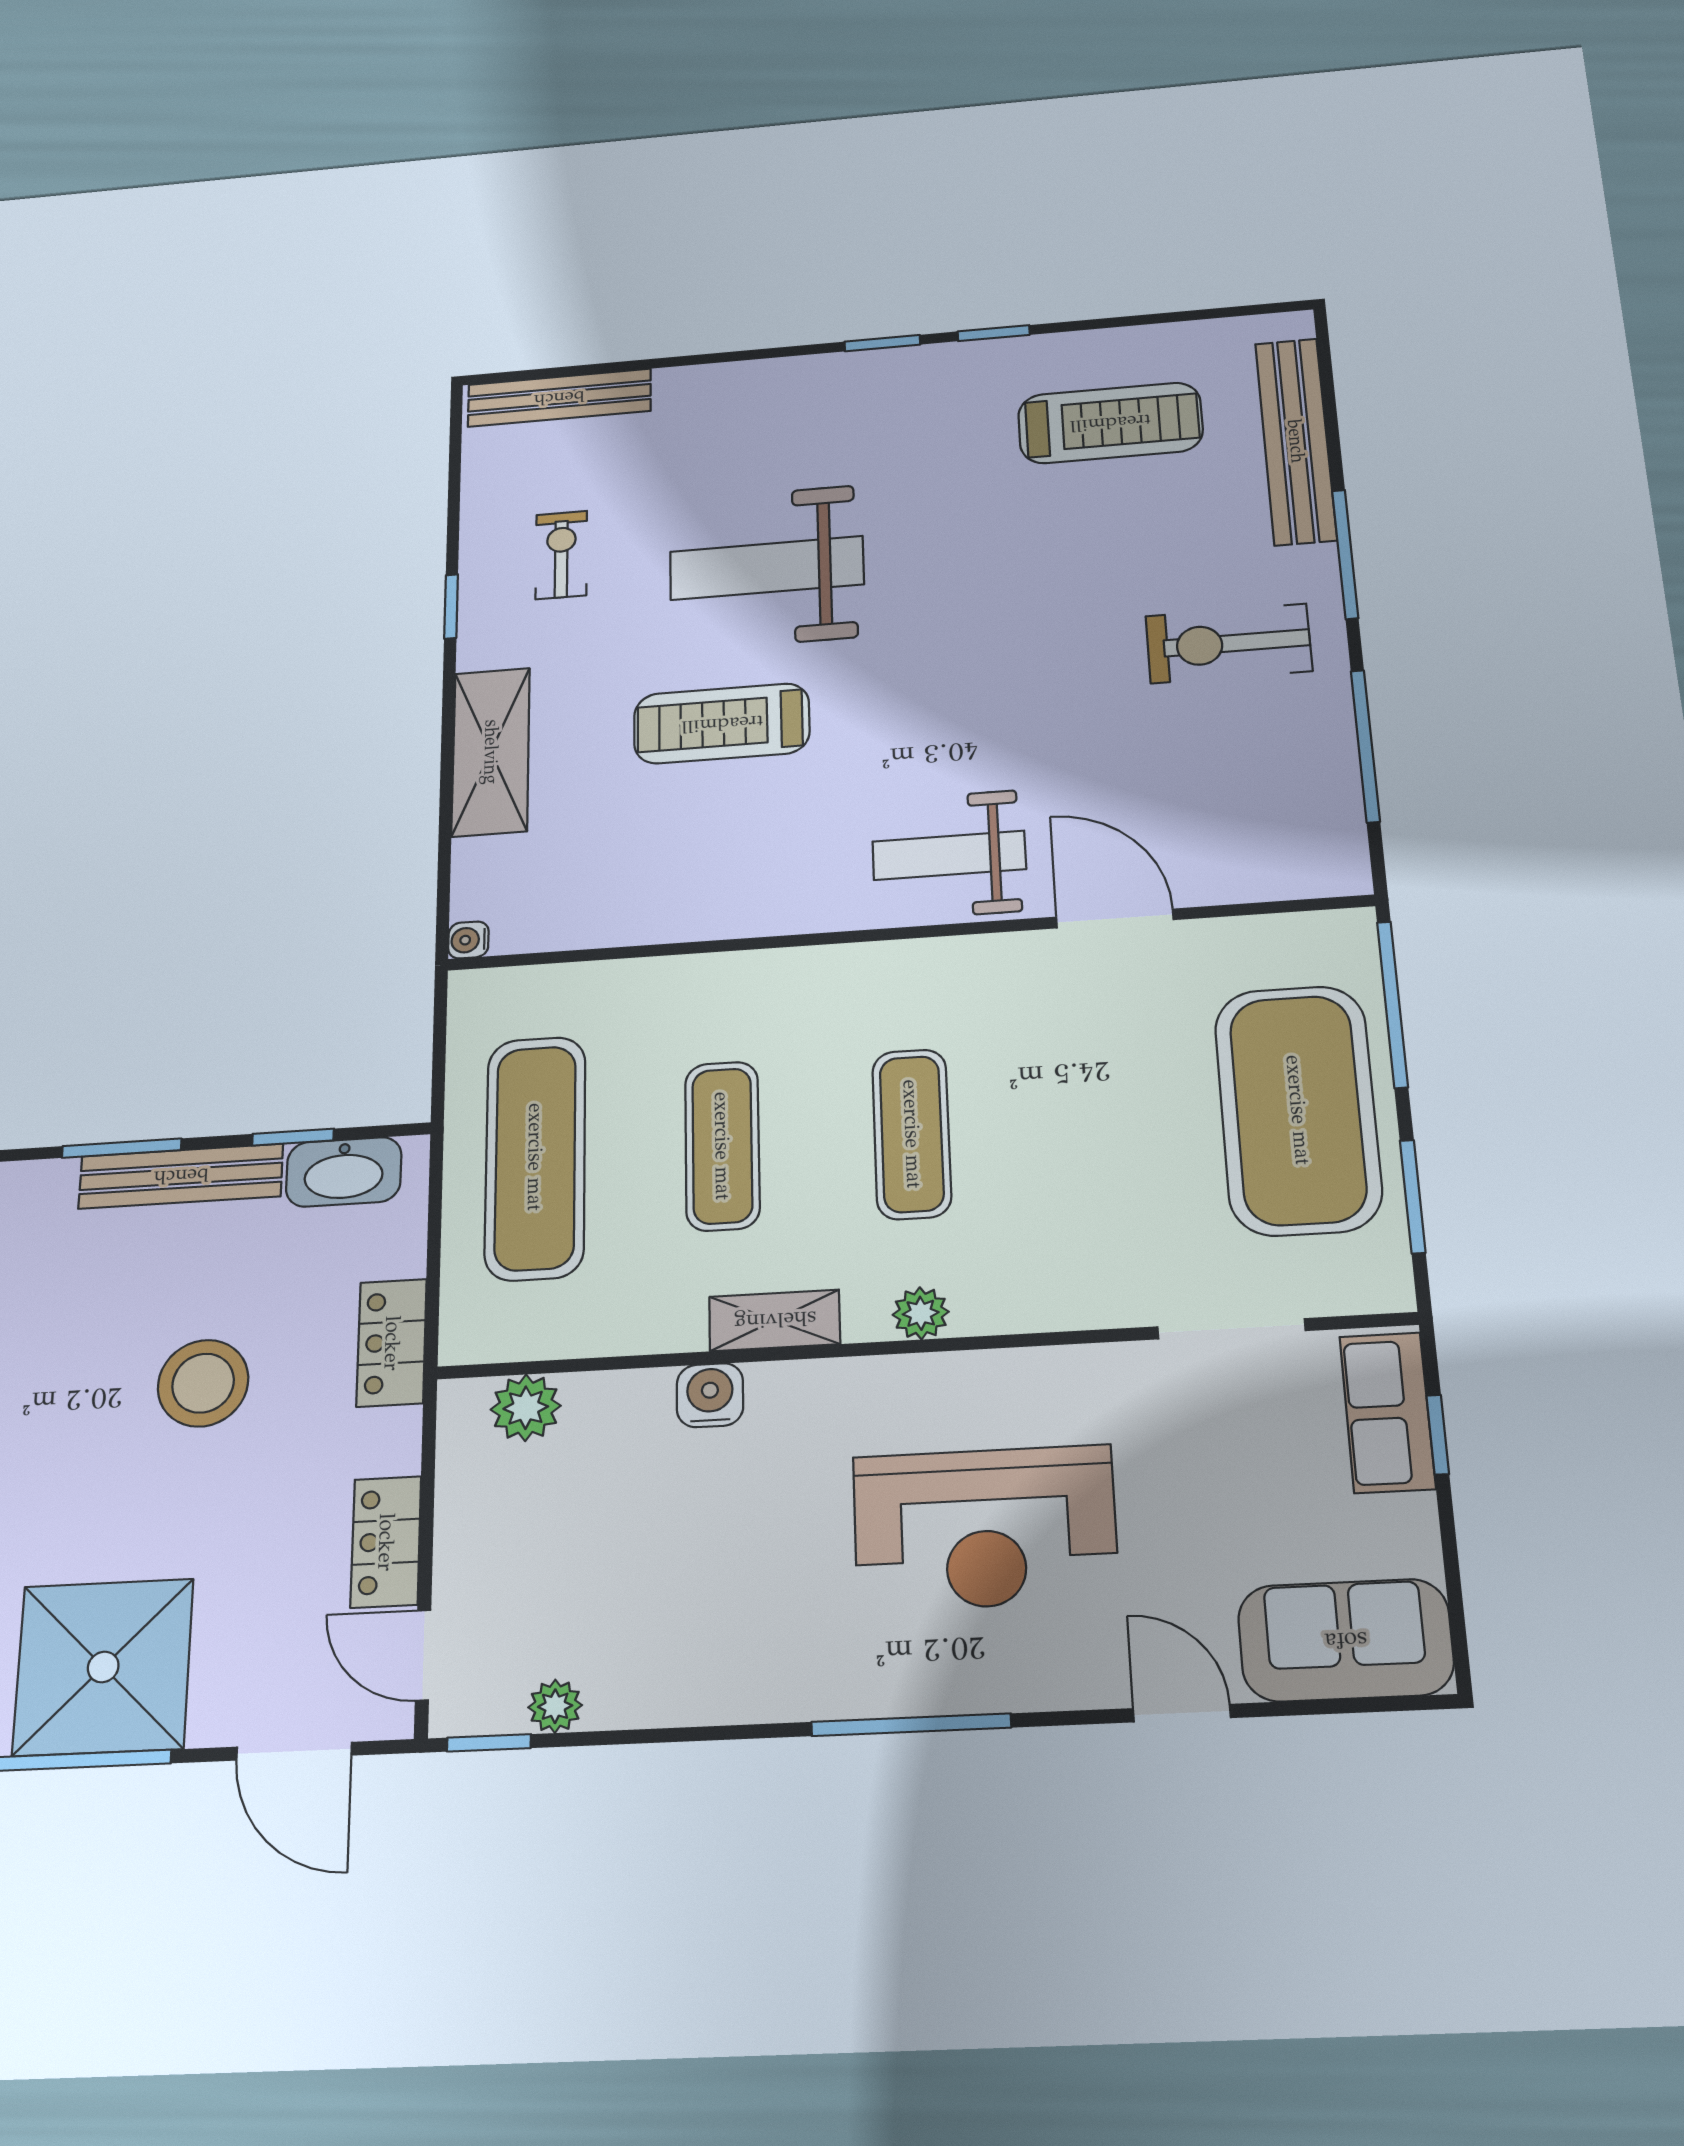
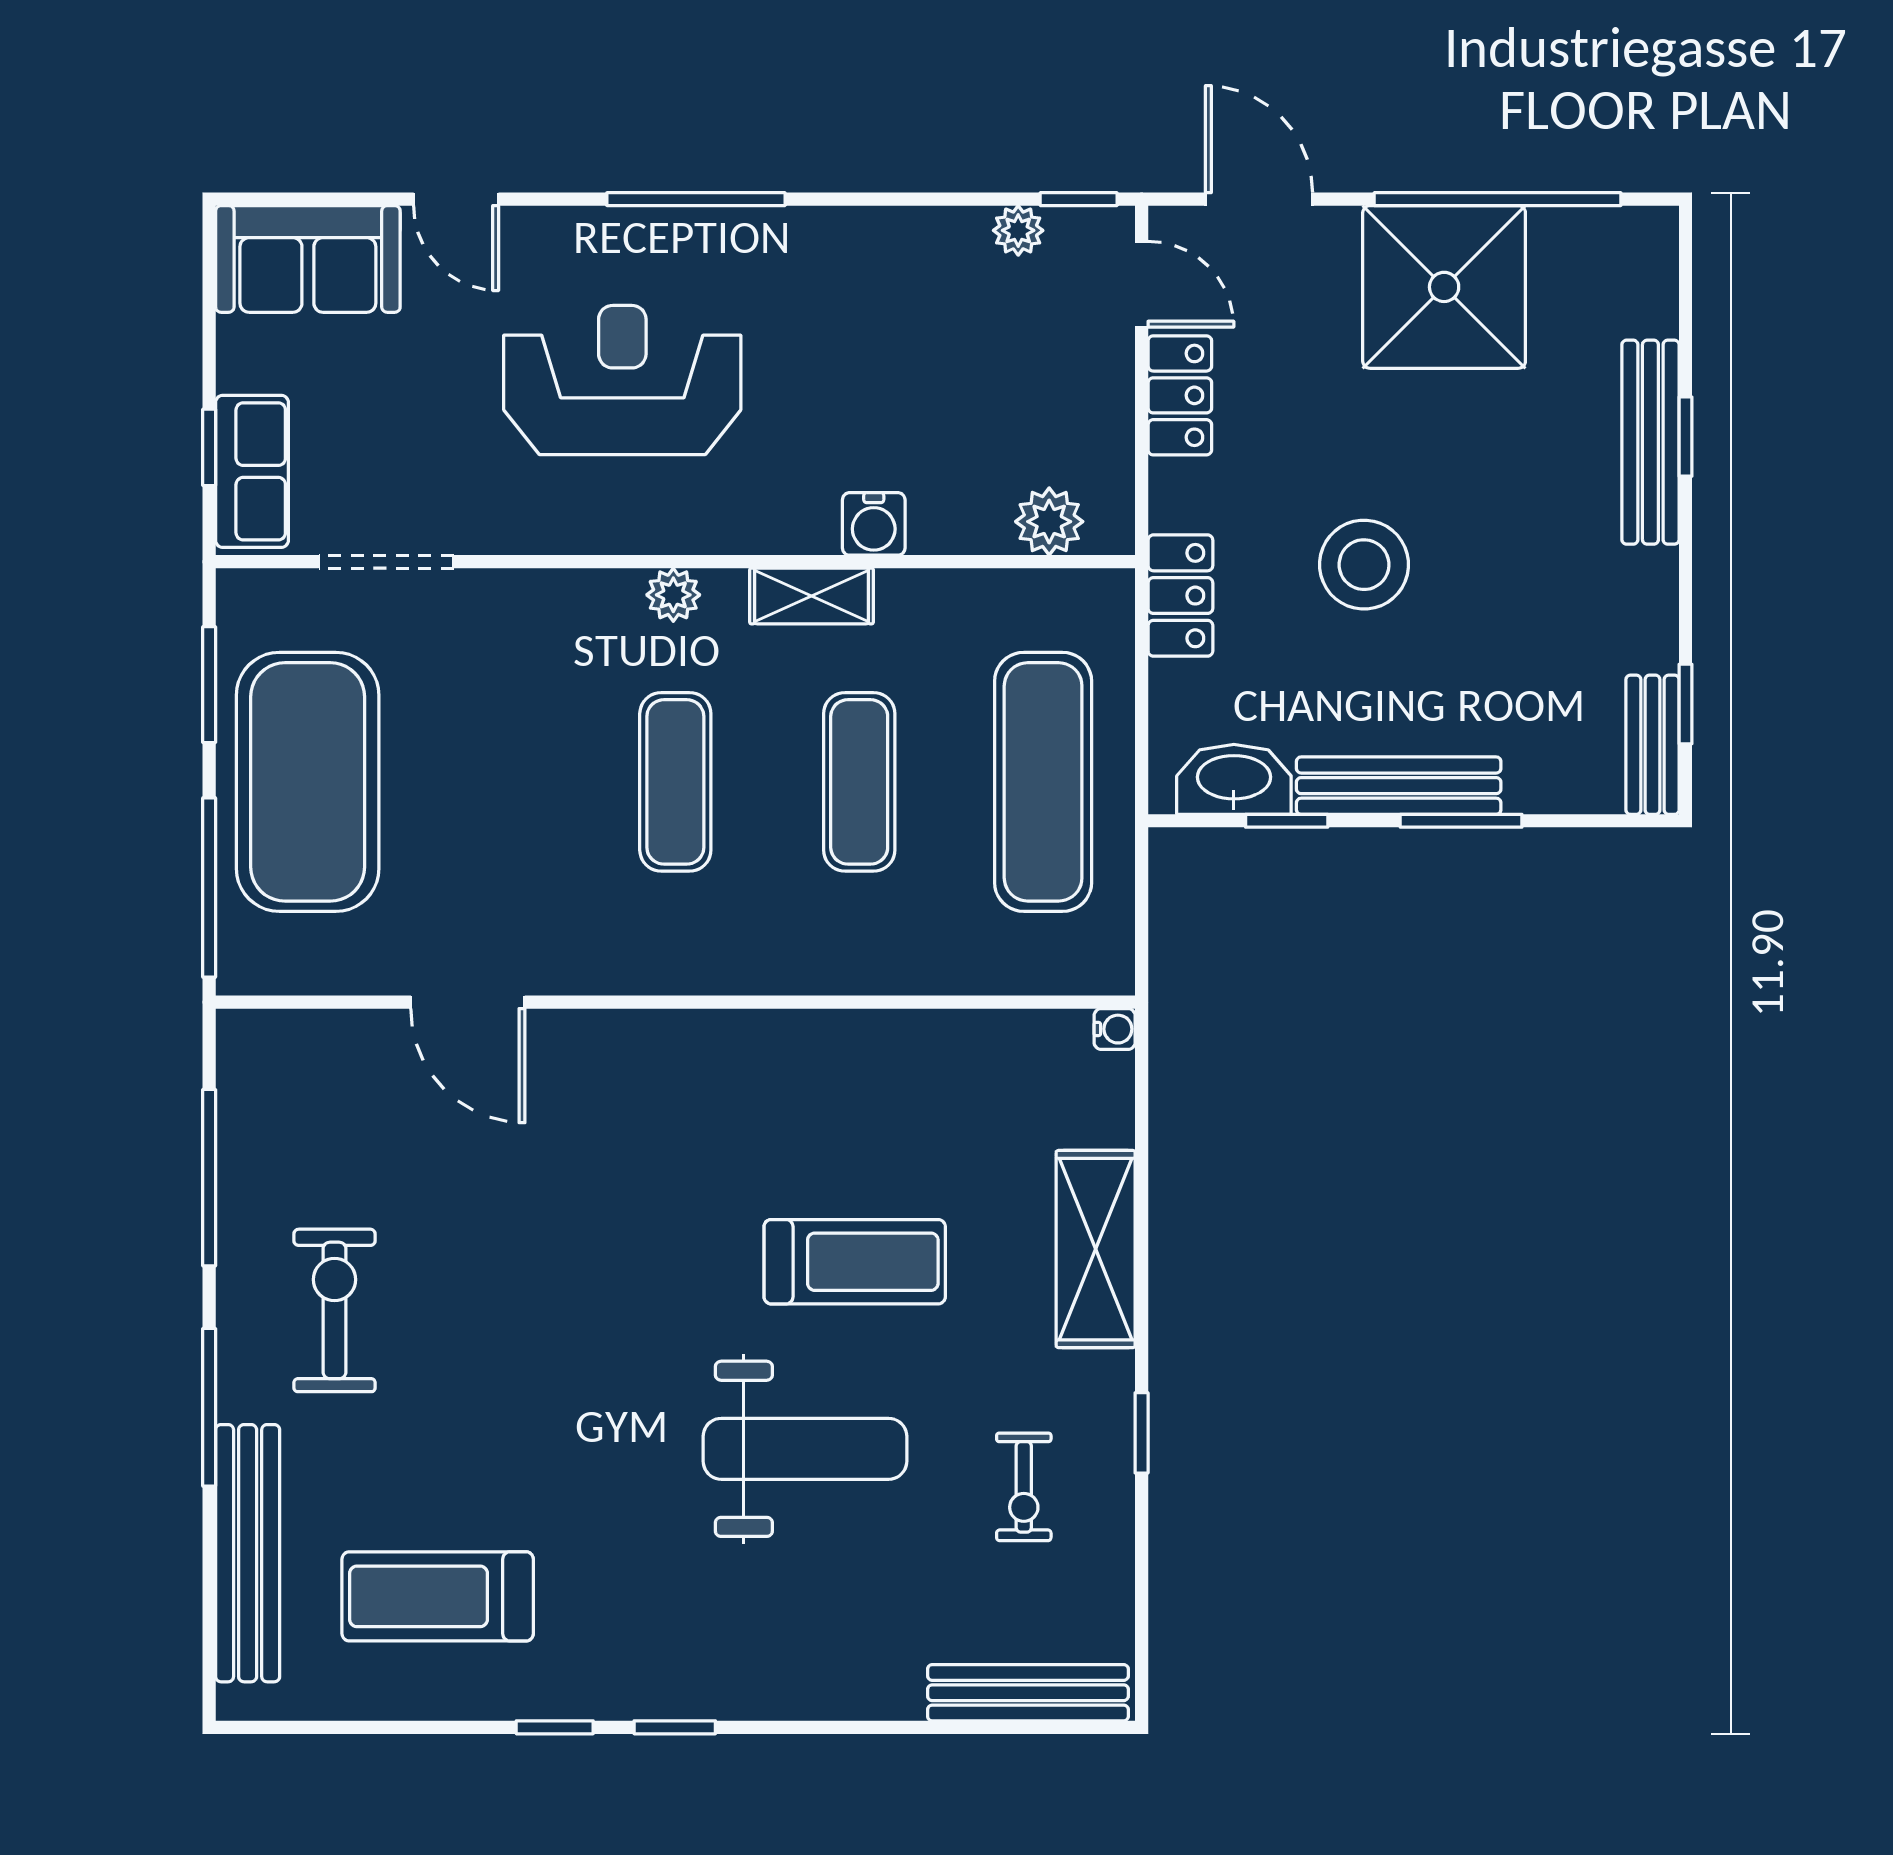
exercise bike: (1229, 643) -> (335, 1310), turned -90
weight bench: (949, 855) -> (628, 1087), removed

